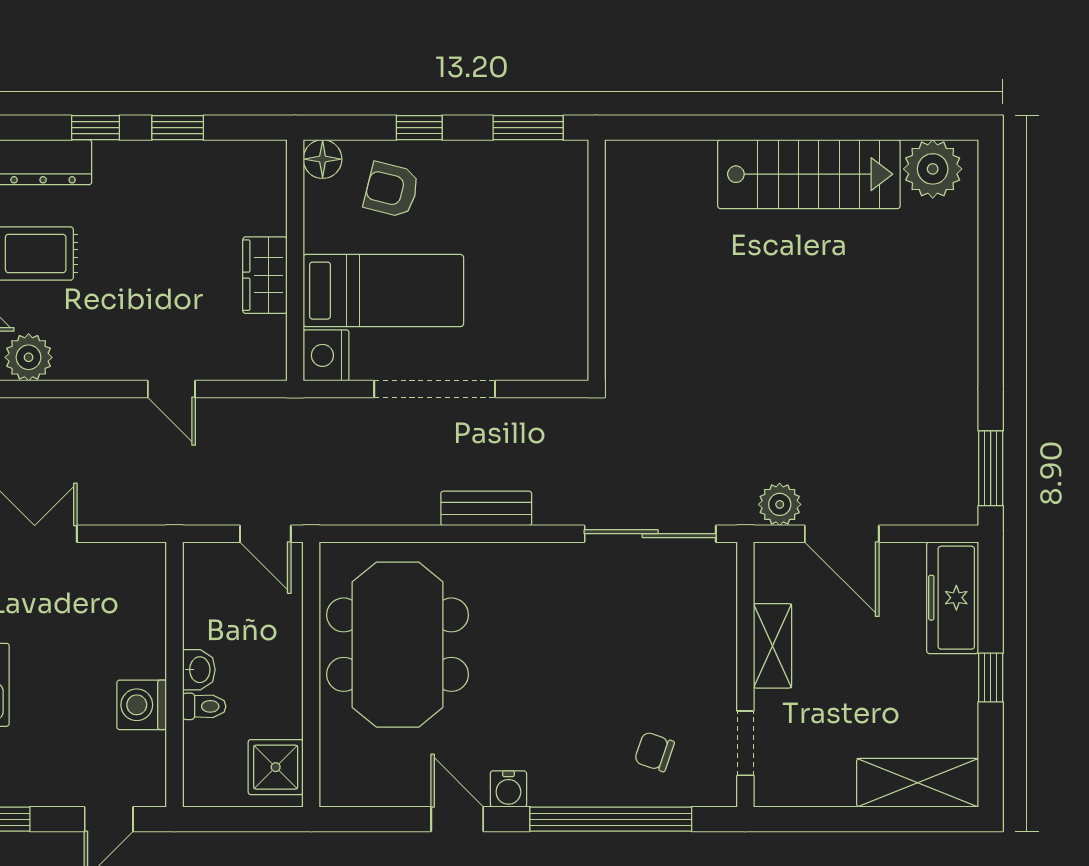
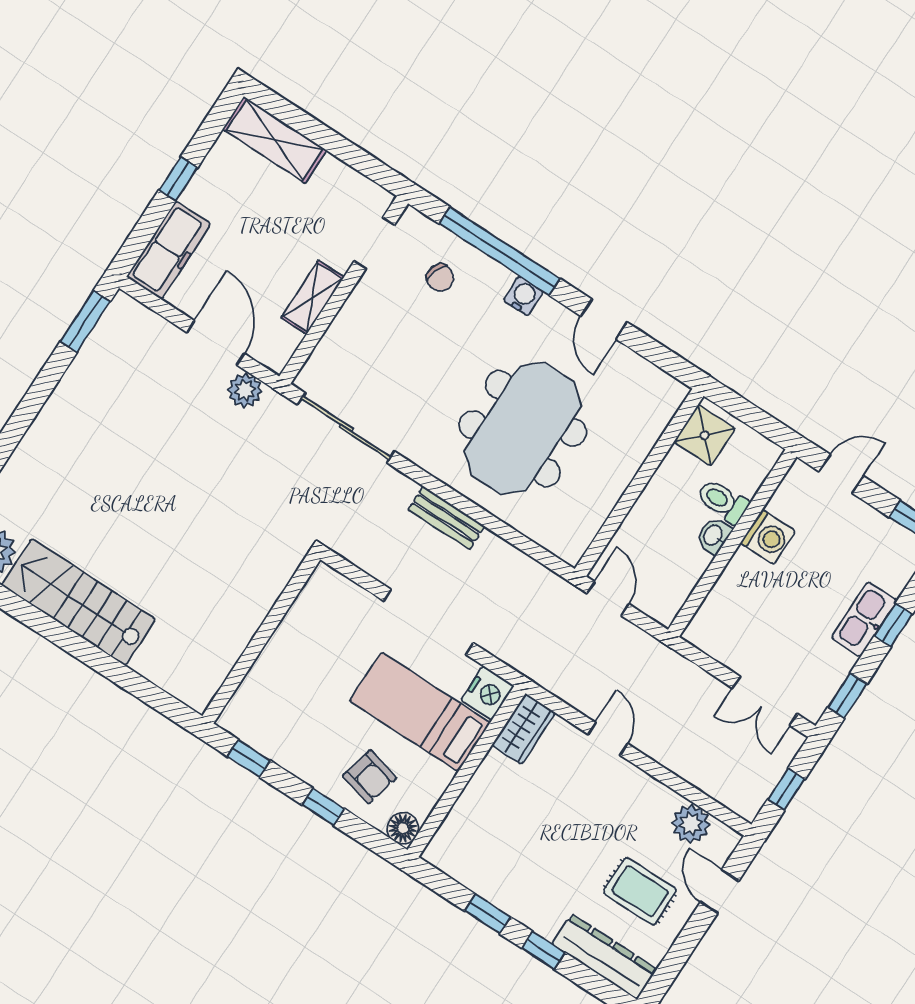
window: (528, 128) -> (249, 758), width x0.67
wardrobe: (265, 275) -> (524, 729), moved
meeting table: (398, 645) -> (523, 429), moved
toilet: (204, 706) -> (723, 501), width x1.37, depth x1.39
water cooler: (508, 789) -> (523, 296), moved

